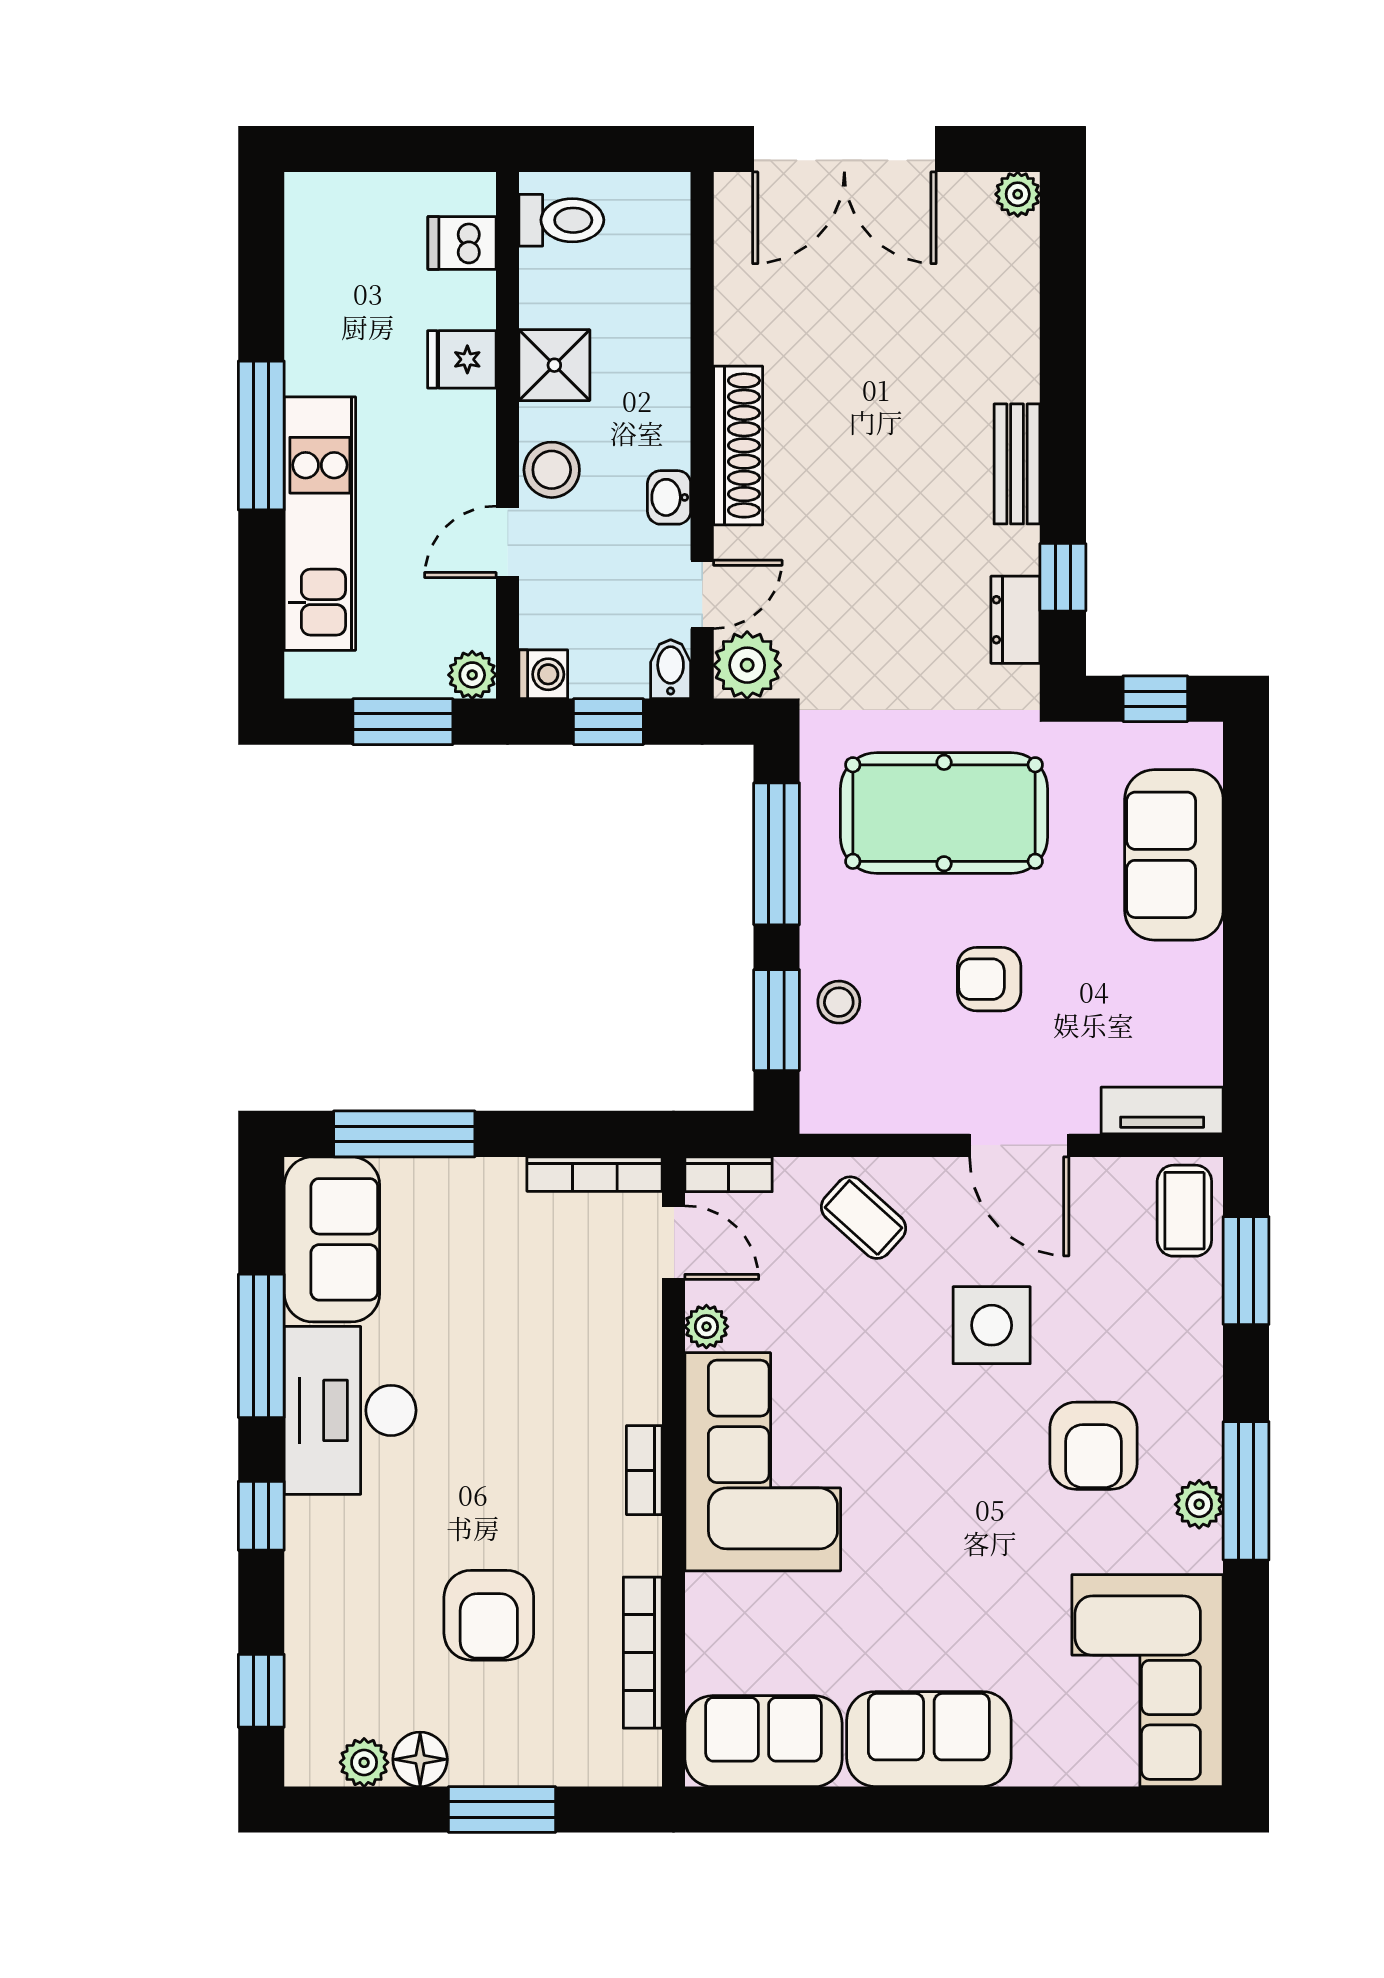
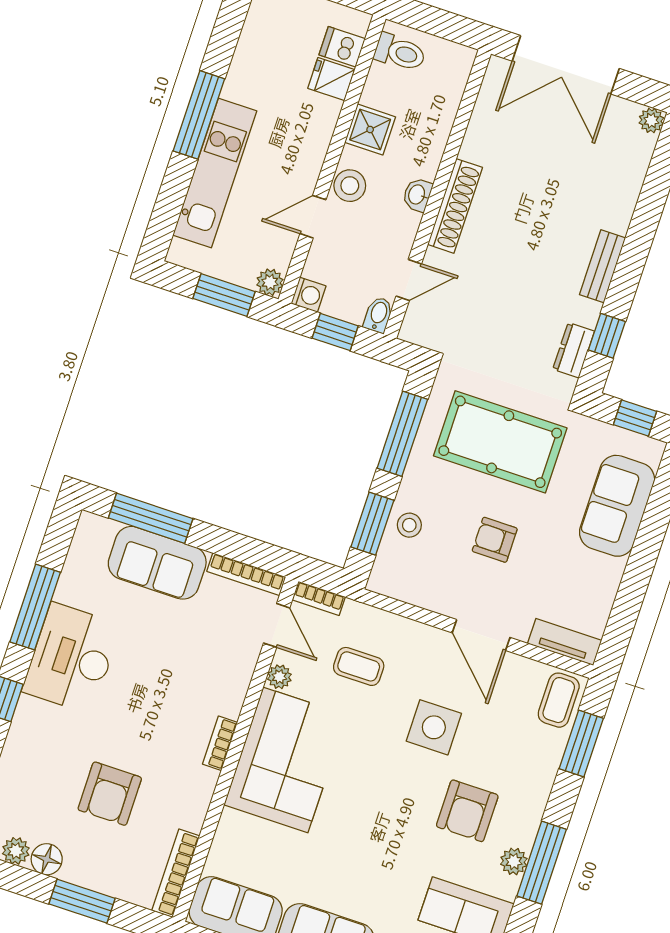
fridge: (462, 359) -> (331, 79), moved
washbasin: (669, 497) -> (417, 195), moved
plant: (747, 665) -> (420, 326), removed
coffee table: (864, 1218) -> (359, 666), moved, turned -42
sofa: (332, 1239) -> (157, 563), moved, turned 90
bookcase: (643, 1653) -> (176, 873), moved

